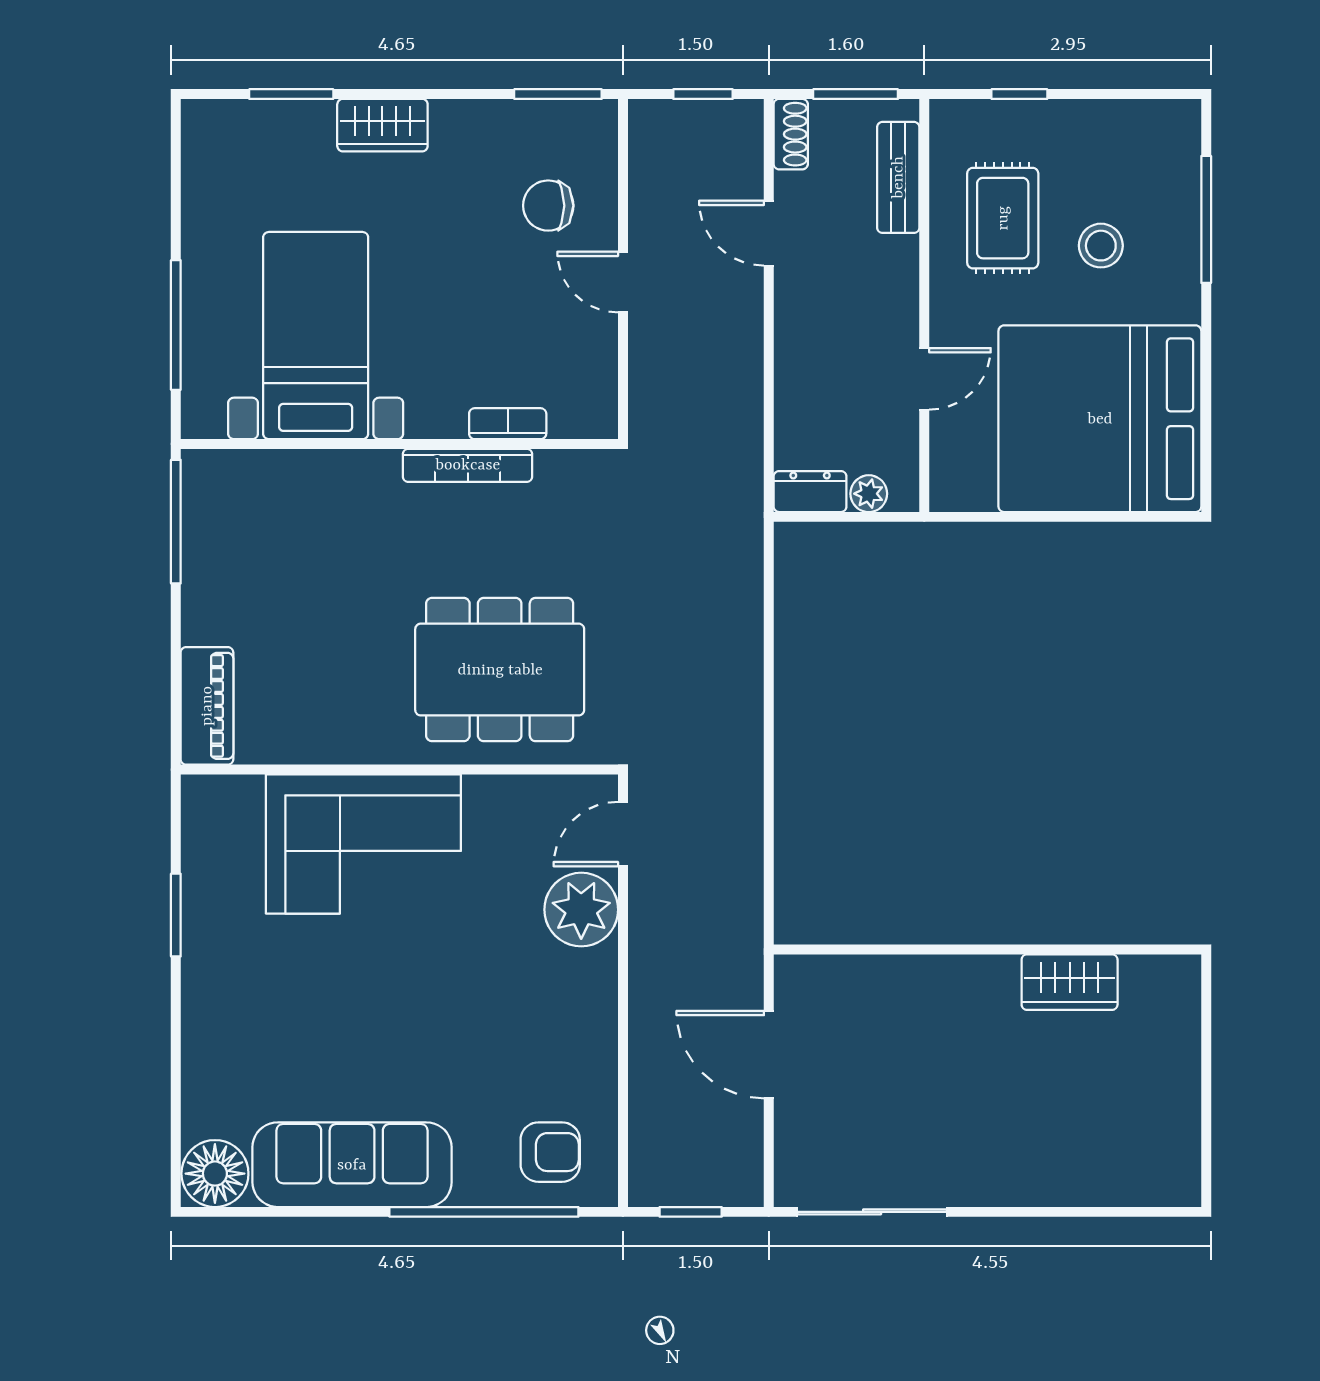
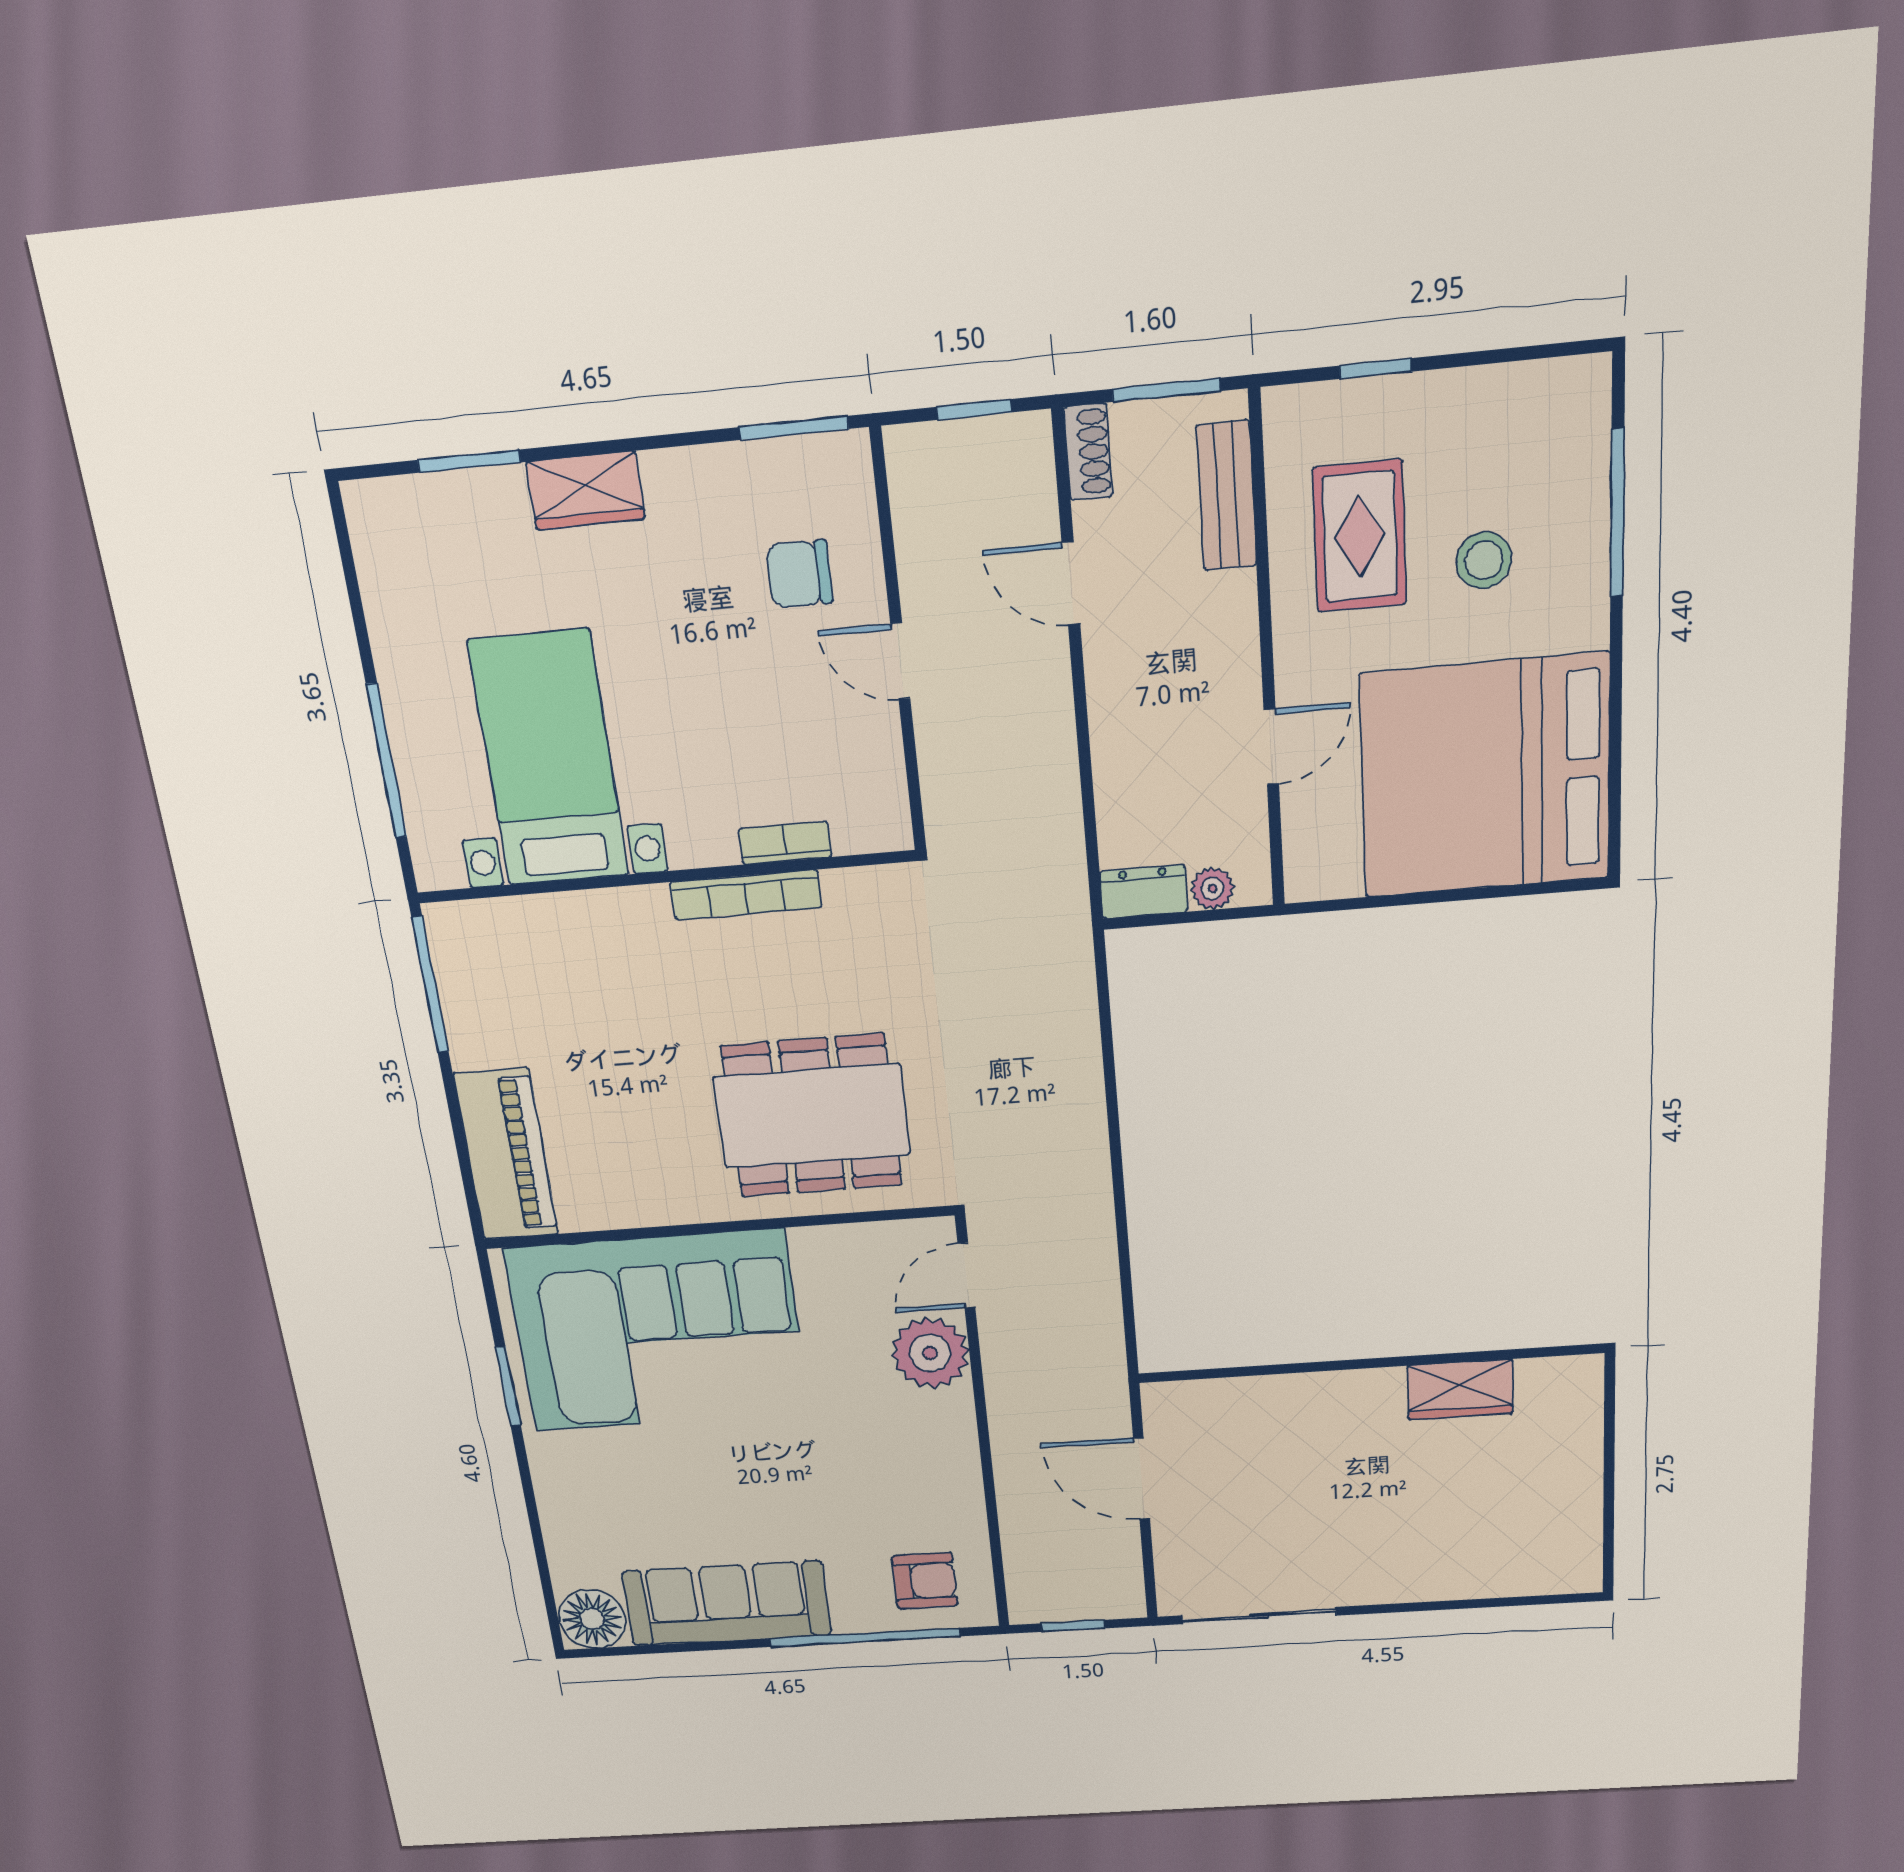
piano: (207, 706) -> (506, 1155), width x1.37, depth x1.33
corner sofa: (363, 844) -> (658, 1331), width x1.36, depth x1.36

